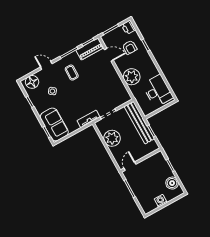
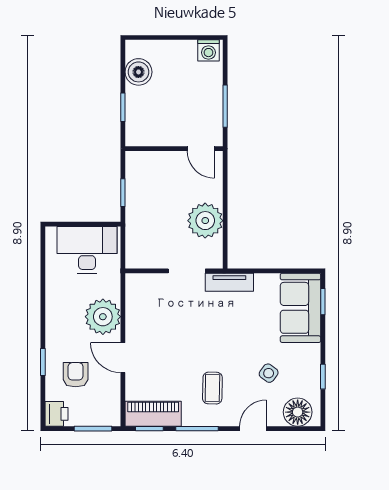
door: (109, 55) -> (123, 358), moved
door: (46, 65) -> (253, 429), swing flipped
desk: (158, 91) -> (87, 250), moved, turned 90
bench: (139, 123) -> (137, 221), removed
door: (130, 166) -> (201, 149), hinge flipped
washing machine: (161, 201) -> (208, 50), moved

